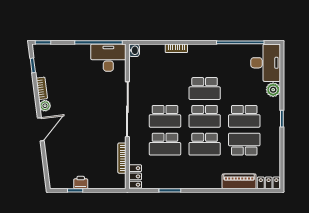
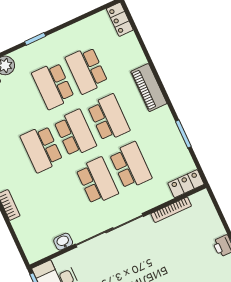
washbasin: (134, 50) -> (63, 242), moved
school desk: (205, 89) -> (42, 149), turned 180
school desk: (244, 116) -> (53, 85), turned 180
piano: (239, 181) -> (149, 88), moved

